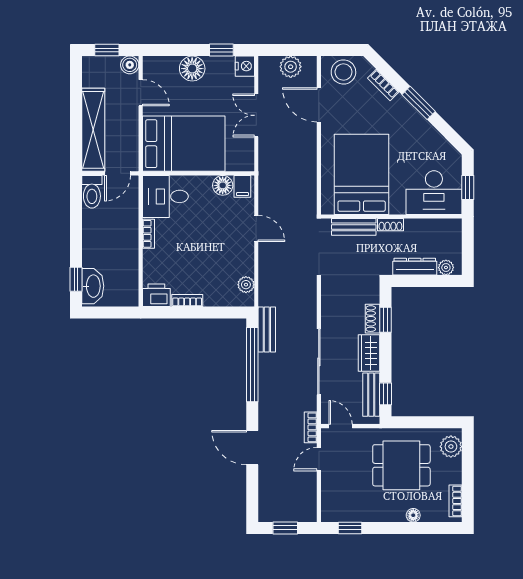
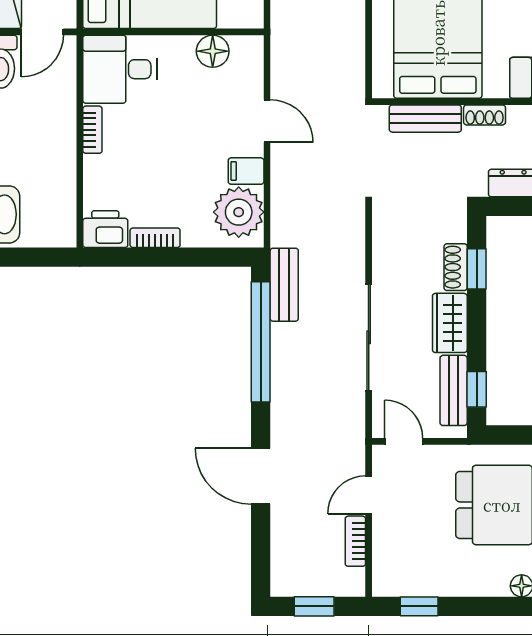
filing cabinet: (242, 186) -> (246, 171), moved, turned 90
plant: (246, 285) -> (239, 212), width x1.88, depth x1.88
bookcase: (311, 427) -> (355, 541), moved

